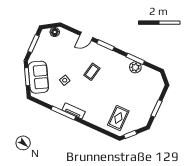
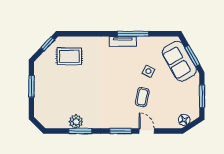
door: (86, 36) -> (147, 131), hinge flipped
coffee table: (92, 72) -> (142, 97), moved
rug: (118, 118) -> (69, 56), turned 90

